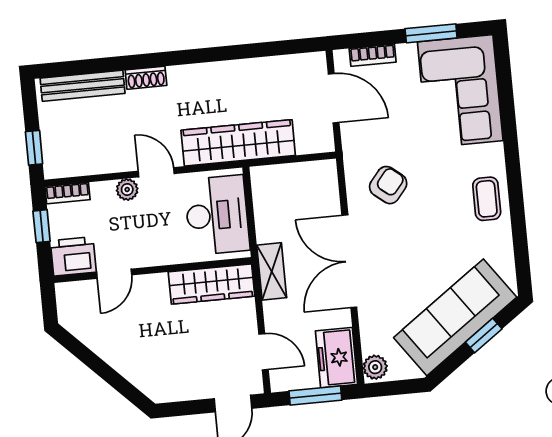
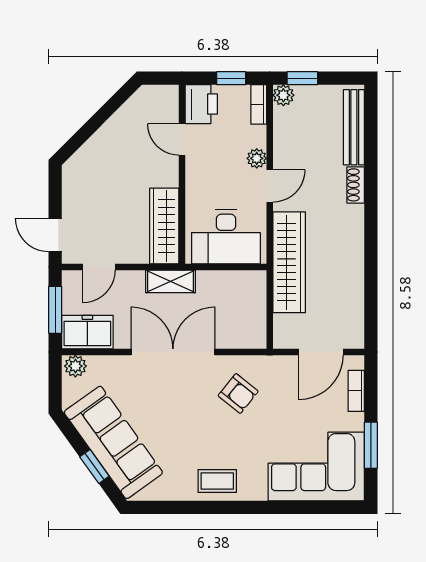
plant: (55, 167) -> (283, 95), added

